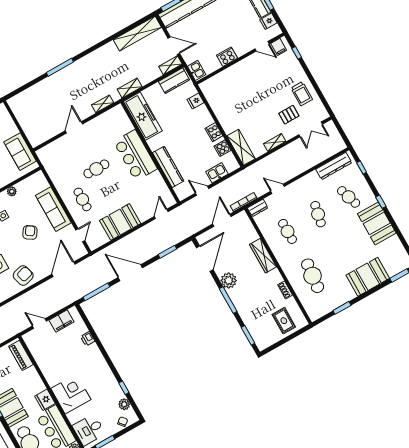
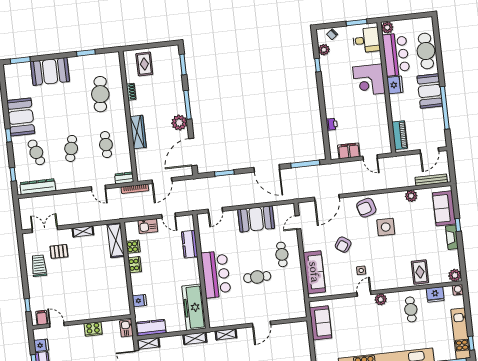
kitchen counter: (168, 167) -> (190, 244), width x0.67
plant: (12, 191) -> (344, 289), removed
sofa: (53, 209) -> (314, 272), moved

